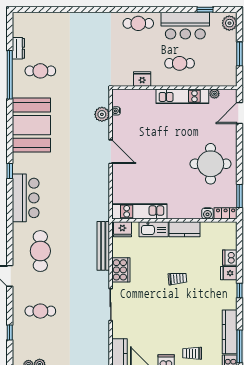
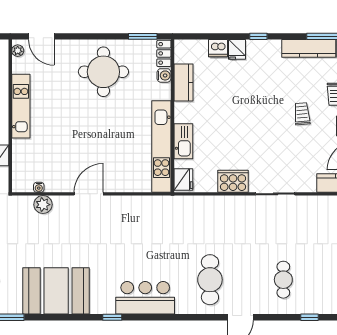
plant: (214, 94) -> (18, 51), moved
kitchen unit: (139, 211) -> (161, 147), width x1.36
kitchen counter: (184, 229) -> (183, 83), moved
bench: (103, 246) -> (204, 203), removed
cafe table: (40, 251) -> (210, 280), turned 90
trolley: (177, 279) -> (302, 114), moved

